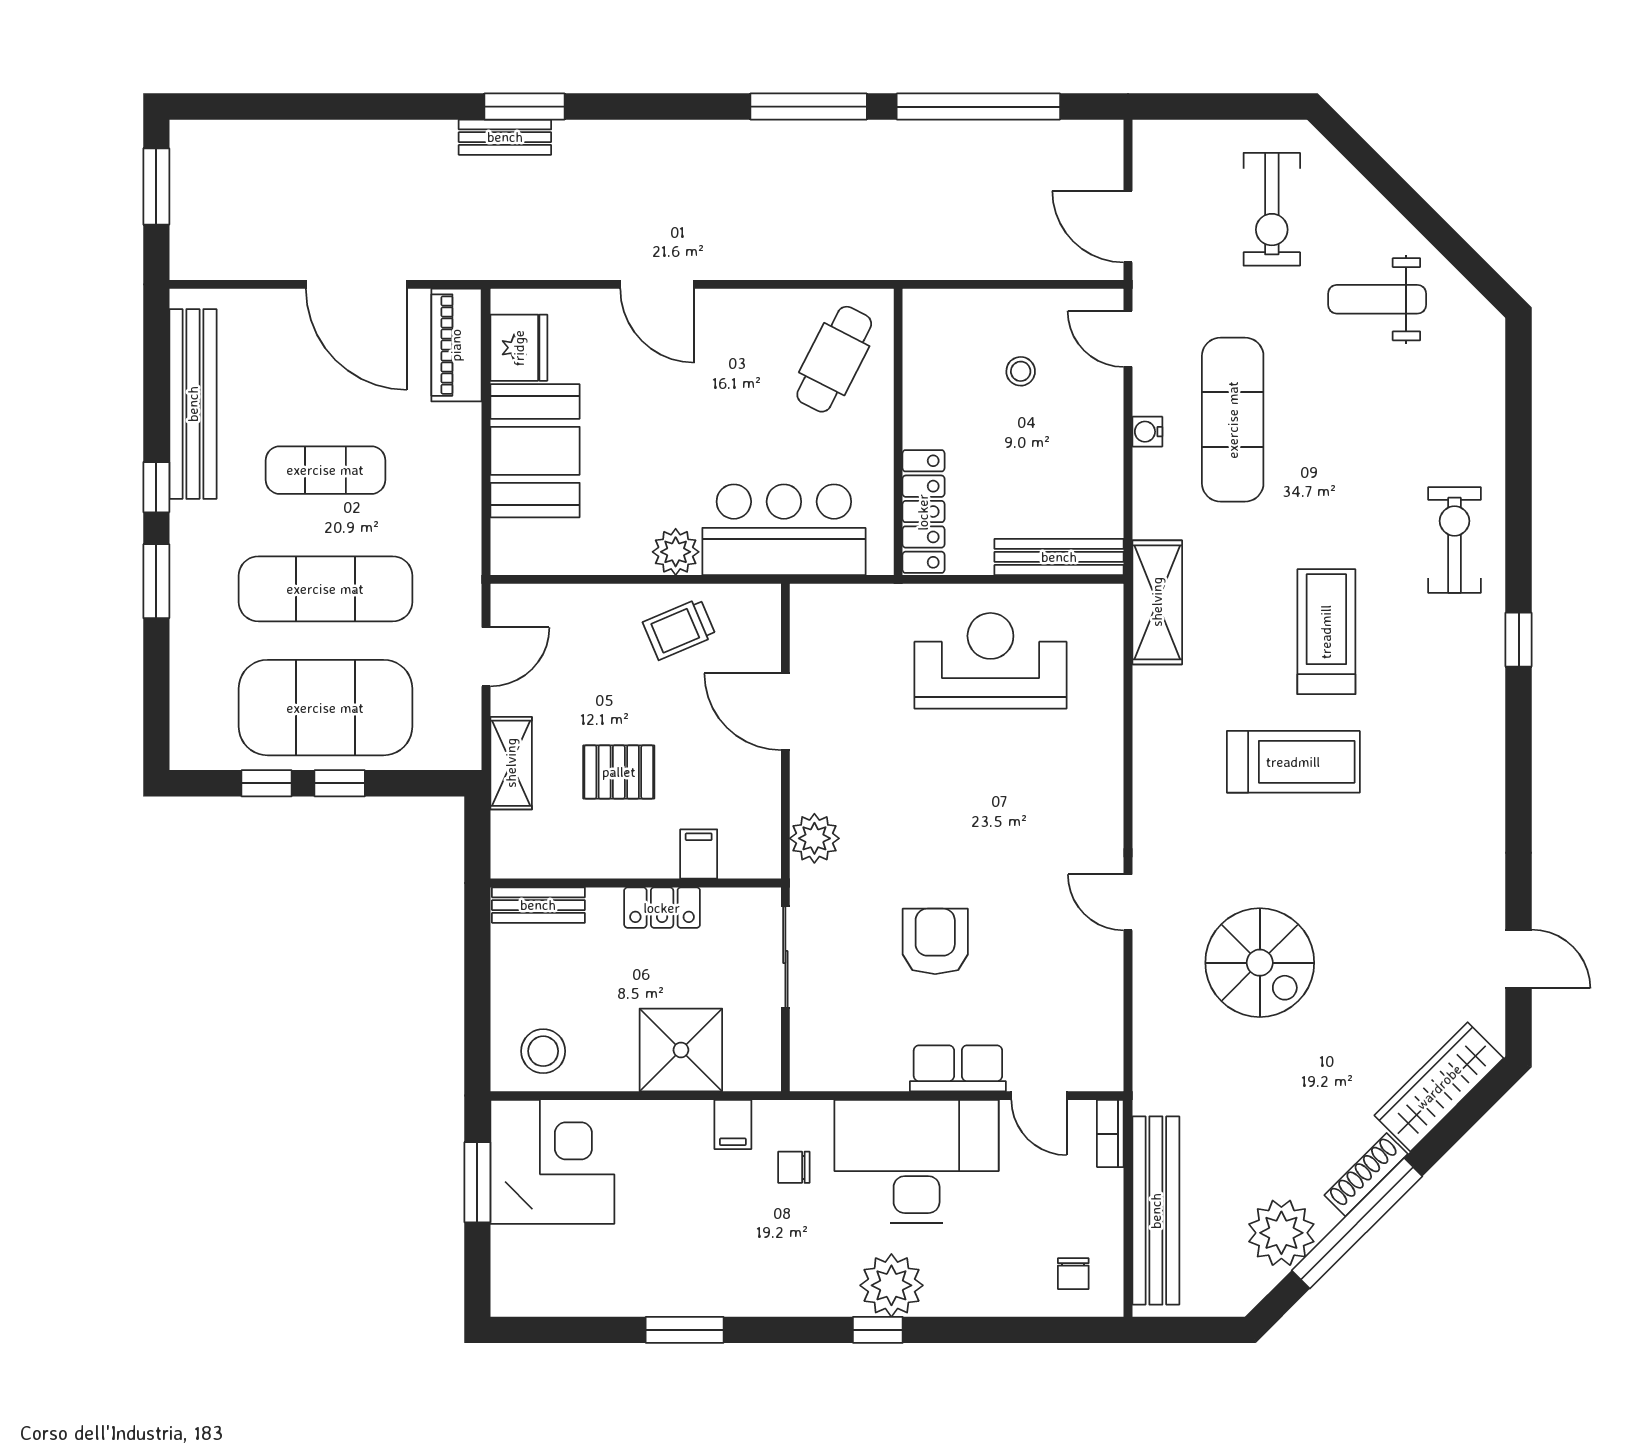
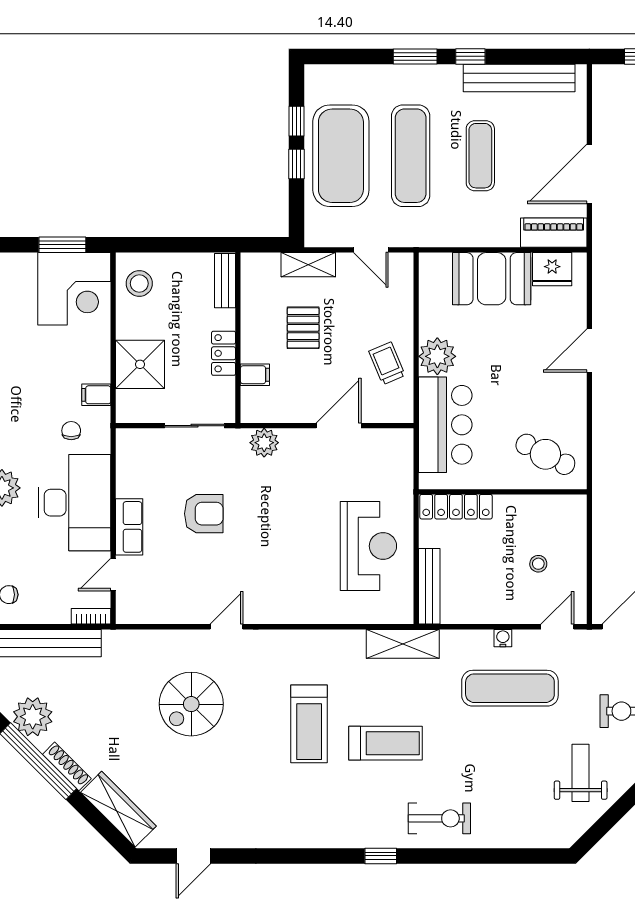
plant: (676, 552) -> (437, 356), width x1.36, depth x1.36

